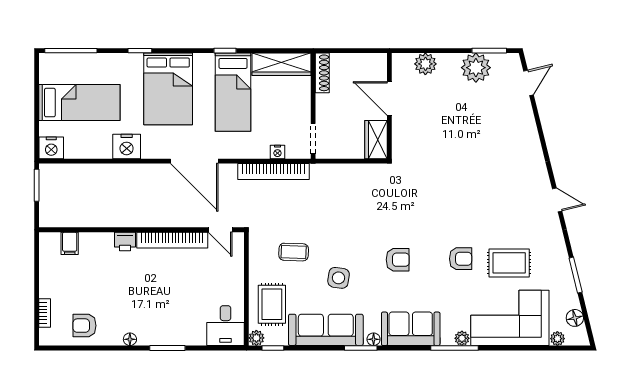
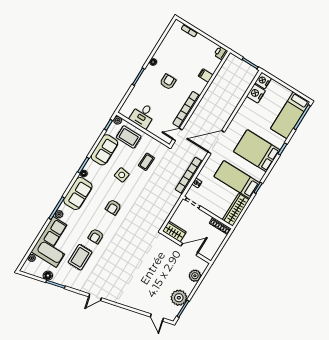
bed: (79, 103) -> (290, 115), moved
nightstand: (127, 146) -> (256, 94), moved
printer: (125, 241) -> (221, 53), moved
filing cabinet: (70, 243) -> (206, 76), moved
floor lamp: (575, 318) -> (48, 276), moved
armchair: (84, 326) -> (168, 82), moved
desk: (225, 326) -> (143, 115), moved, turned -90
sofa: (326, 330) -> (104, 150), width x0.73

